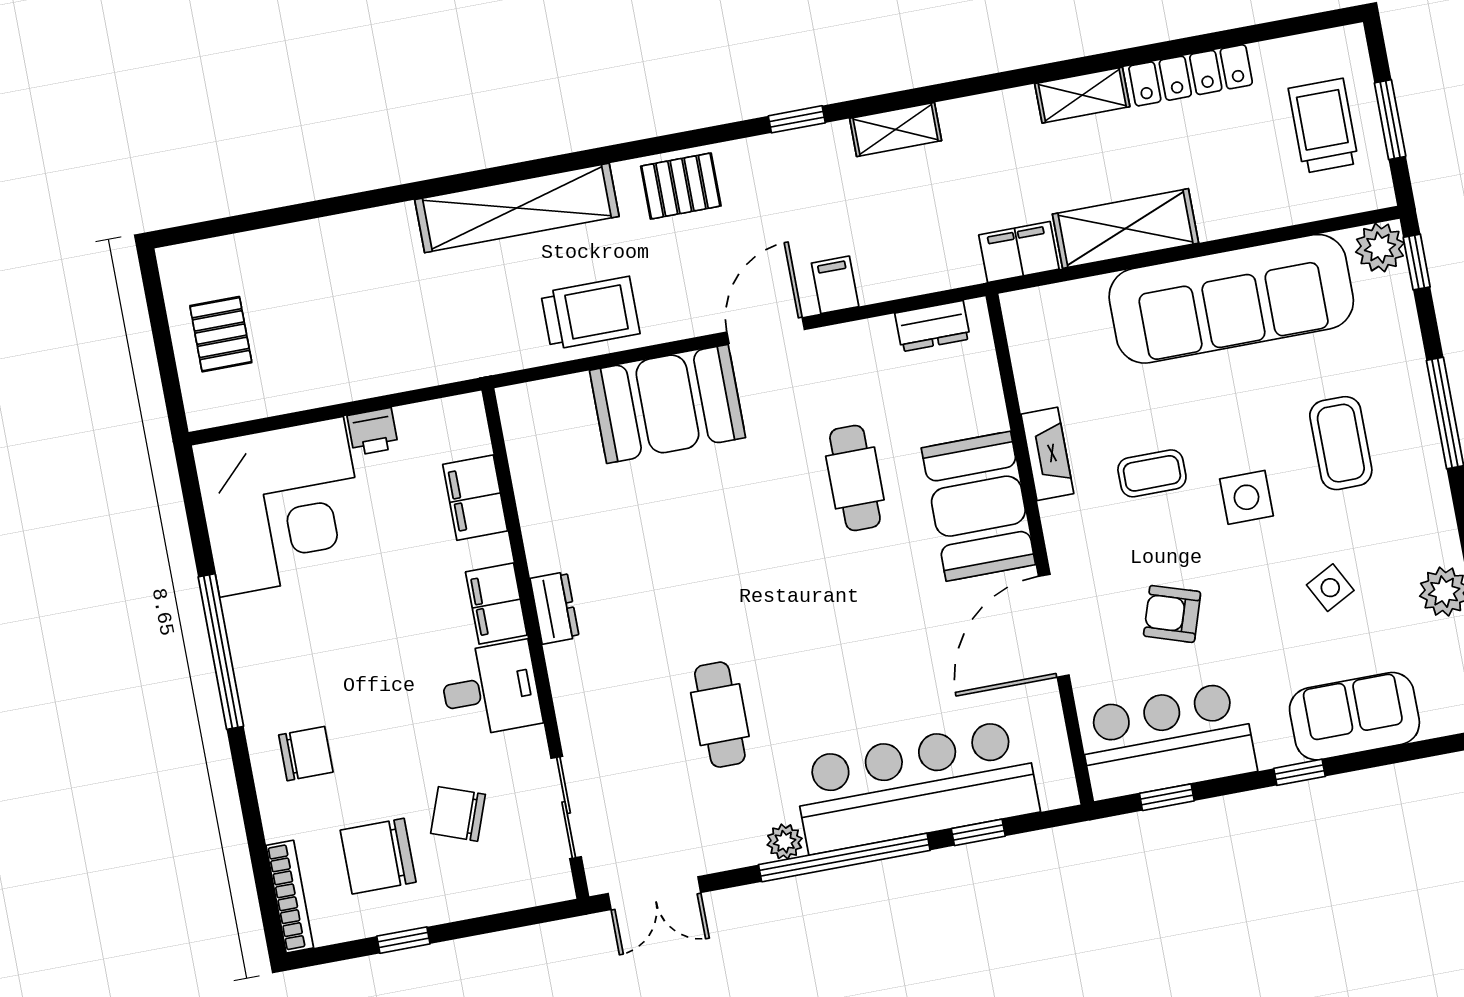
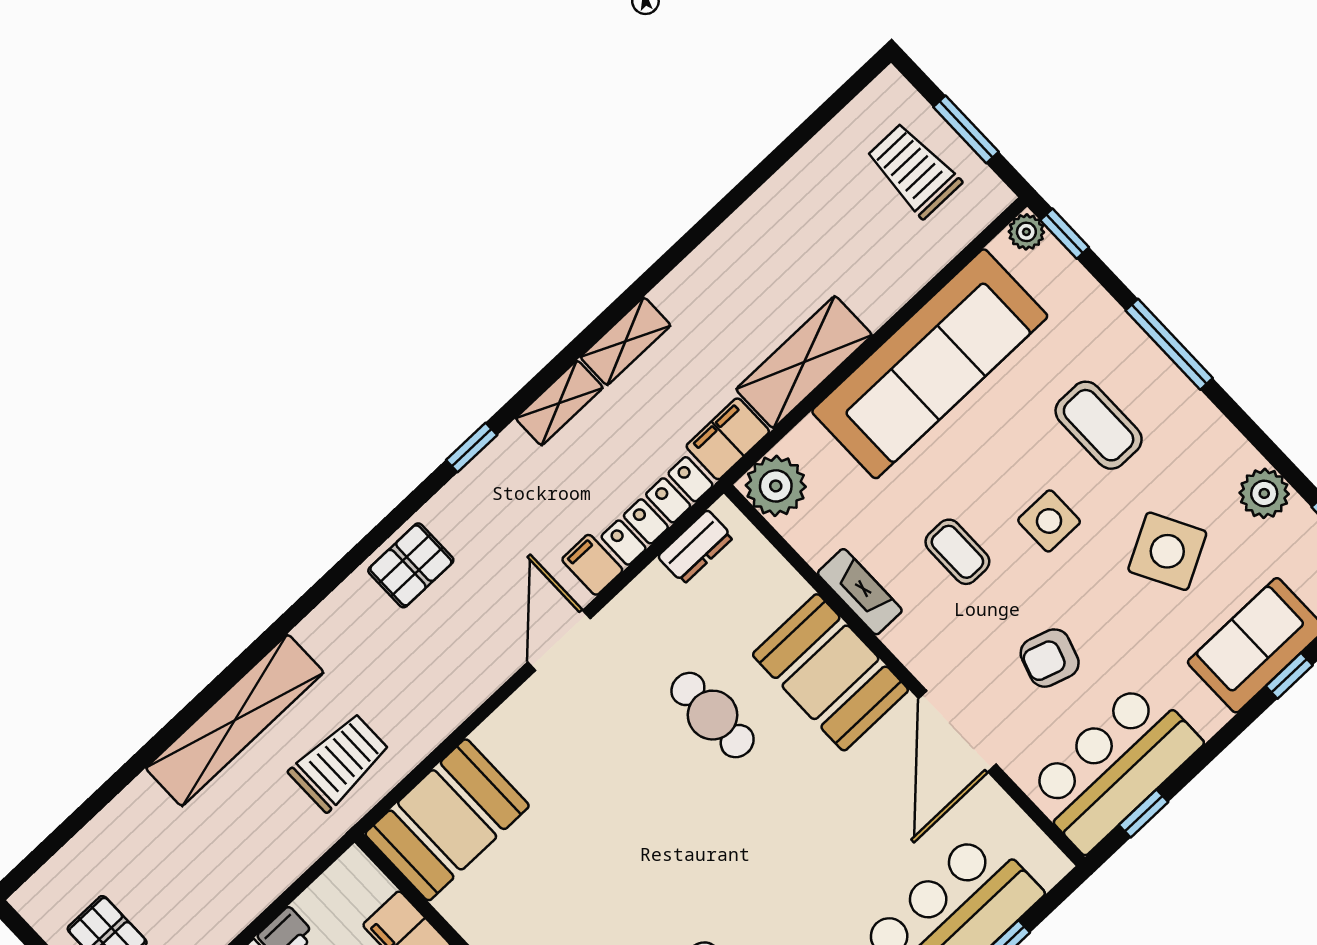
locker: (1191, 75) -> (657, 511), moved, turned 180
shelving: (1082, 95) -> (626, 341), moved
shelving: (517, 208) -> (235, 720), moved
plant: (1380, 248) -> (1026, 232), width x0.73, depth x0.73
trolley: (590, 313) -> (339, 762), moved
plant: (1034, 318) -> (776, 486), added
booth: (667, 404) -> (447, 820), moved
coffee table: (1152, 473) -> (957, 552), turned 90
side table: (1330, 588) -> (1167, 551), width x1.87, depth x1.87
window: (1300, 772) -> (1289, 676), moved

